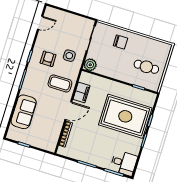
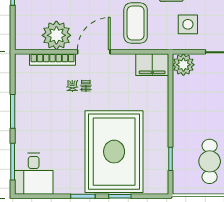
filing cabinet: (82, 93) -> (152, 65), moved
door: (68, 111) -> (94, 52), swing flipped
plant: (53, 128) -> (56, 35), added

